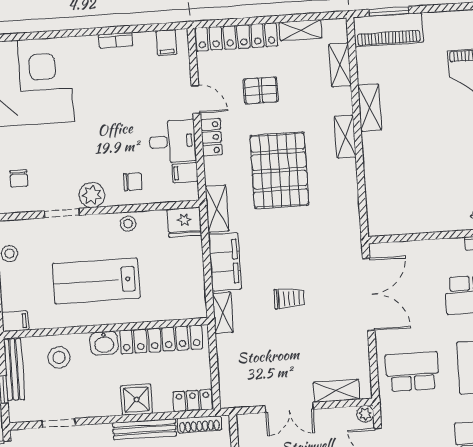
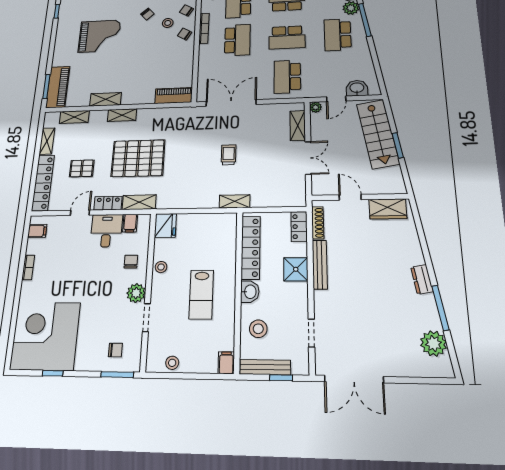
pallet: (261, 90) -> (82, 168), turned 90
shelving: (217, 209) -> (139, 202), moved
piano: (378, 209) -> (174, 96), added
filing cabinet: (225, 262) -> (197, 198), removed
lab bench: (96, 281) -> (201, 294), width x0.73, depth x0.72

